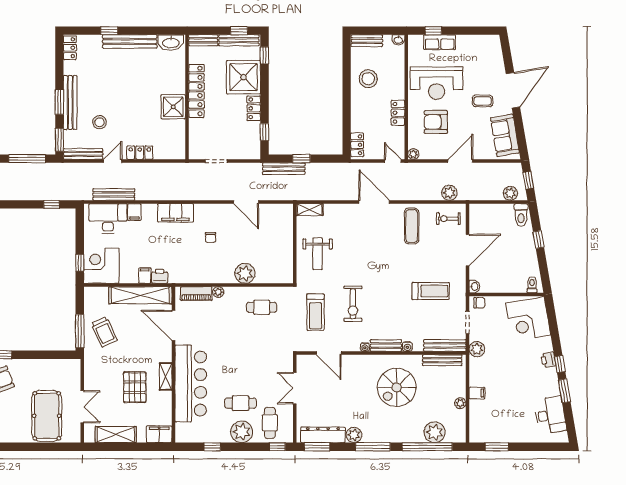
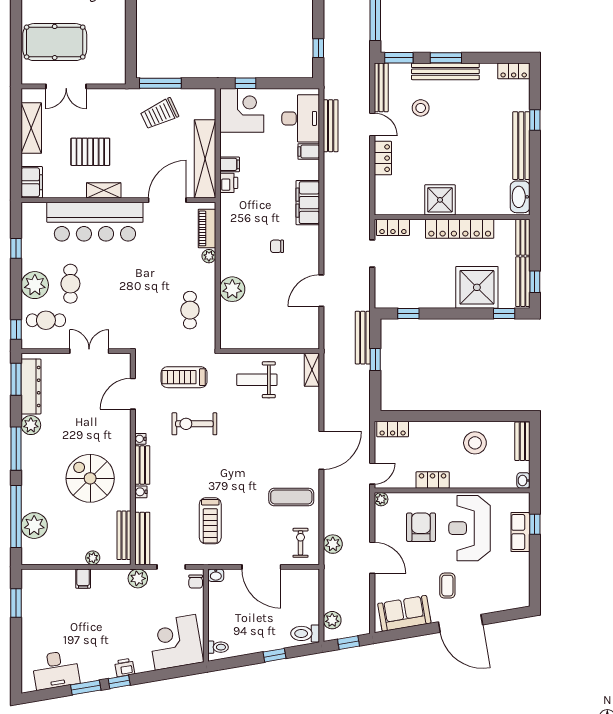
locker: (254, 108) -> (393, 227), moved, turned 180
plant: (460, 403) -> (93, 558), moved

